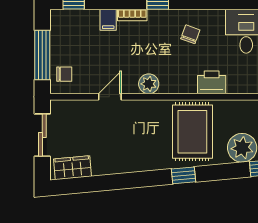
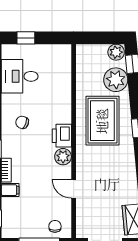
printer: (212, 82) -> (62, 136), moved
rug: (192, 132) -> (102, 121), turned 90

